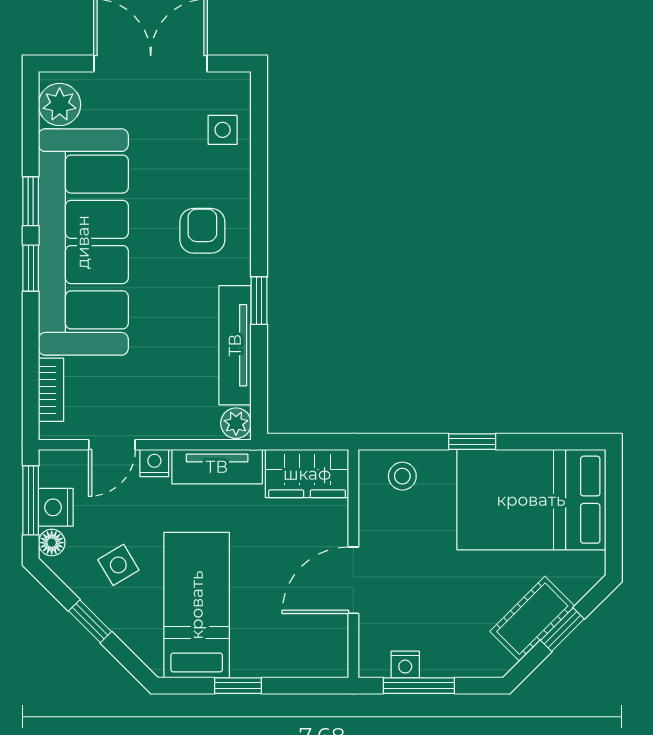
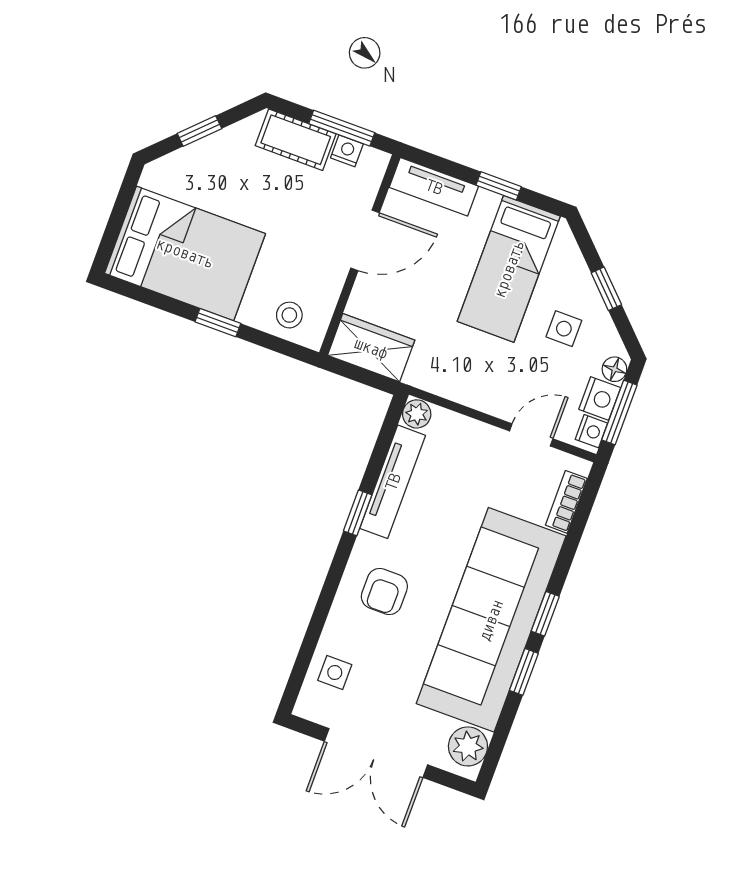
nightstand: (154, 463) -> (591, 431), moved, turned -90
tv unit: (217, 467) -> (434, 187), moved, turned 180
side table: (118, 565) -> (564, 329), turned 31
cot: (532, 619) -> (296, 140), moved, turned 45

